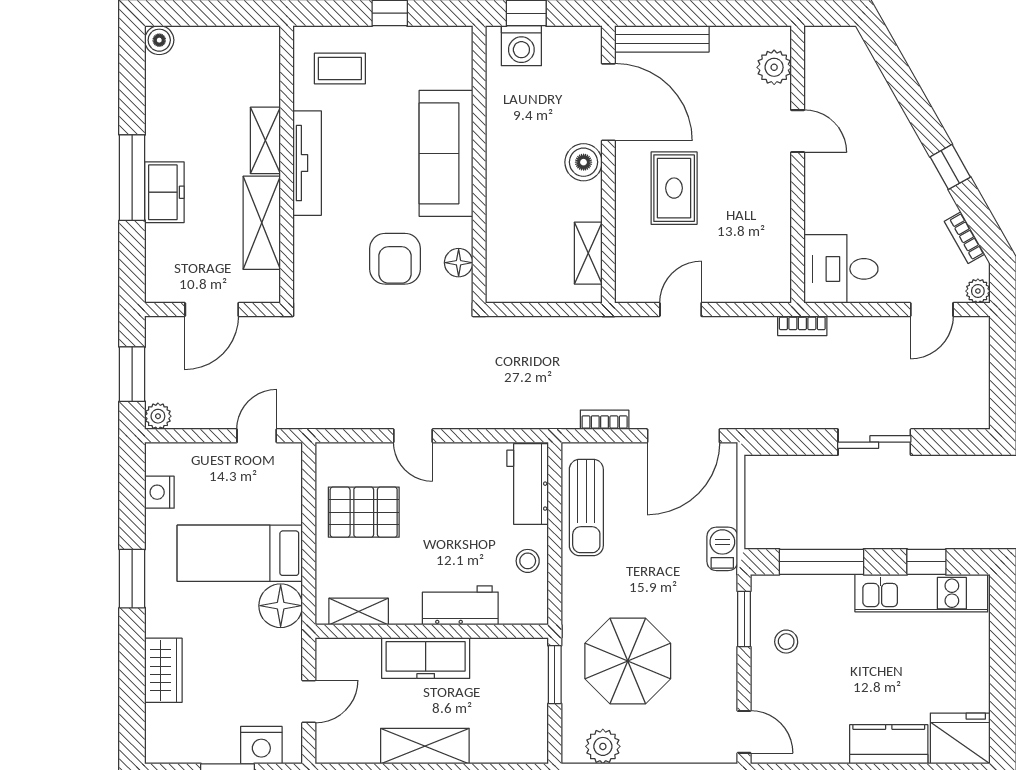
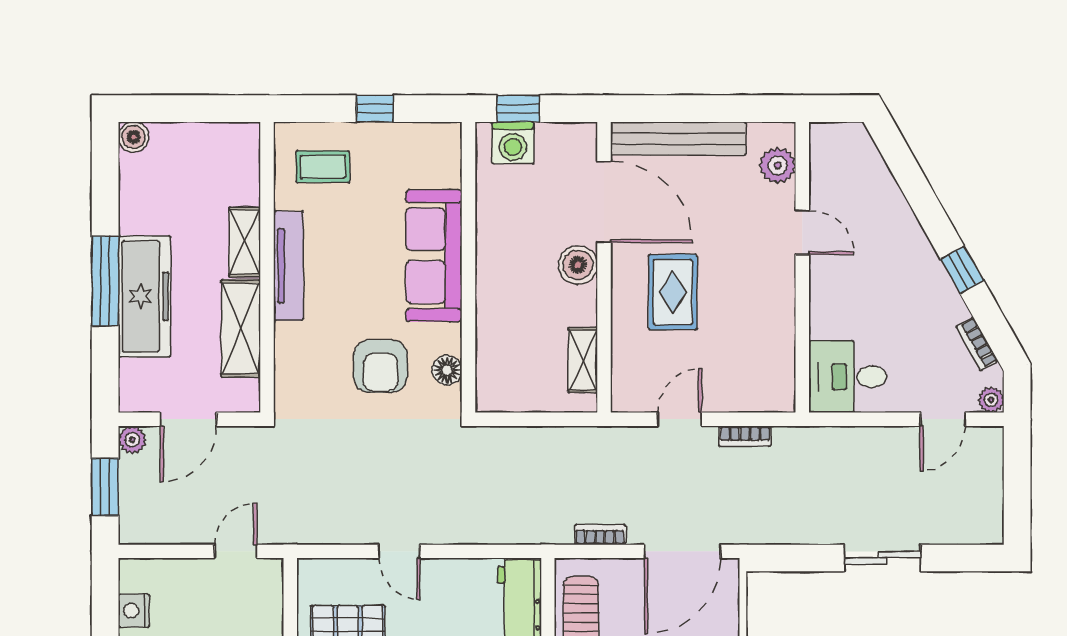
bench: (662, 39) -> (678, 139), width x1.37, depth x1.21
freezer: (164, 192) -> (144, 296), width x1.91, depth x1.26
bookcase: (802, 326) -> (745, 436), moved
plant: (158, 416) -> (132, 440), moved

